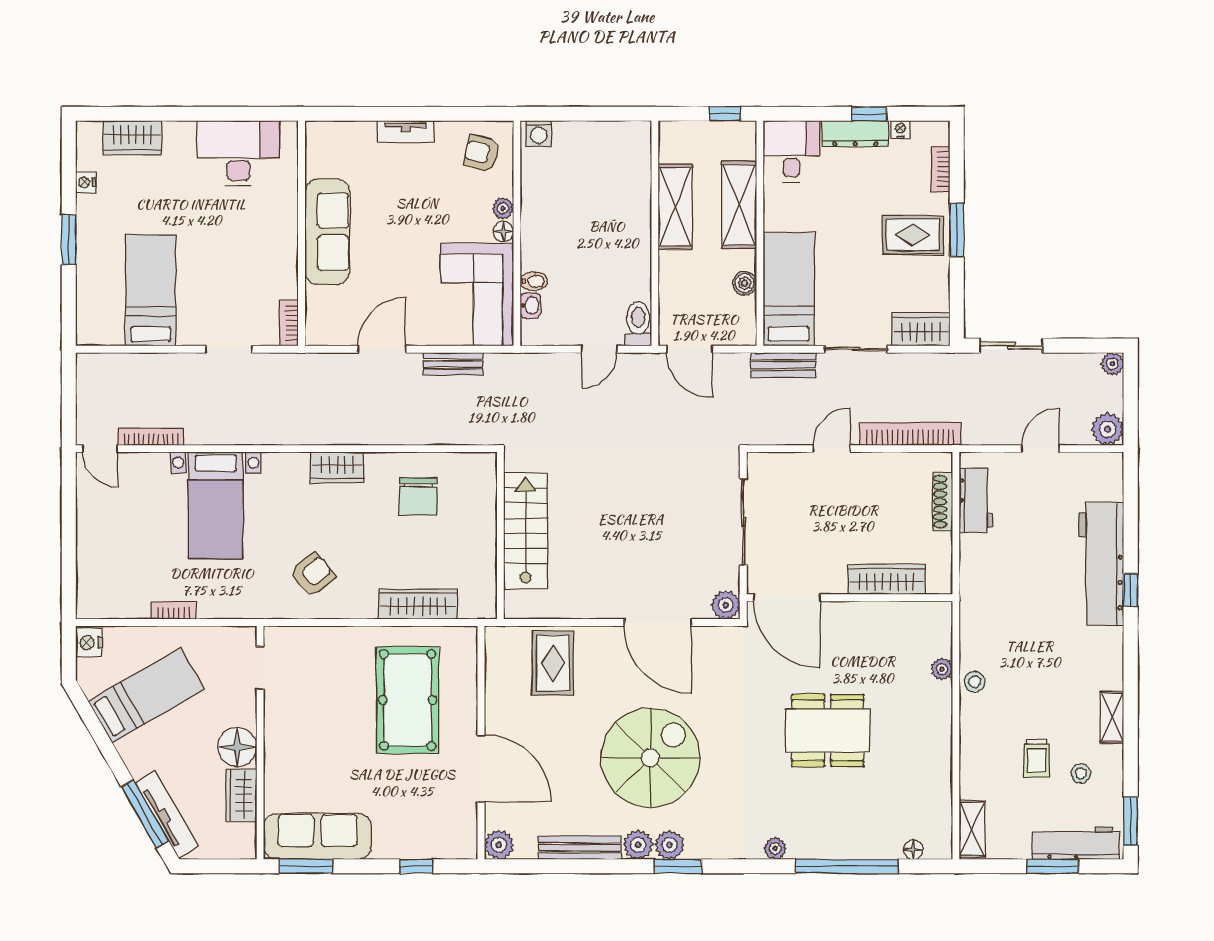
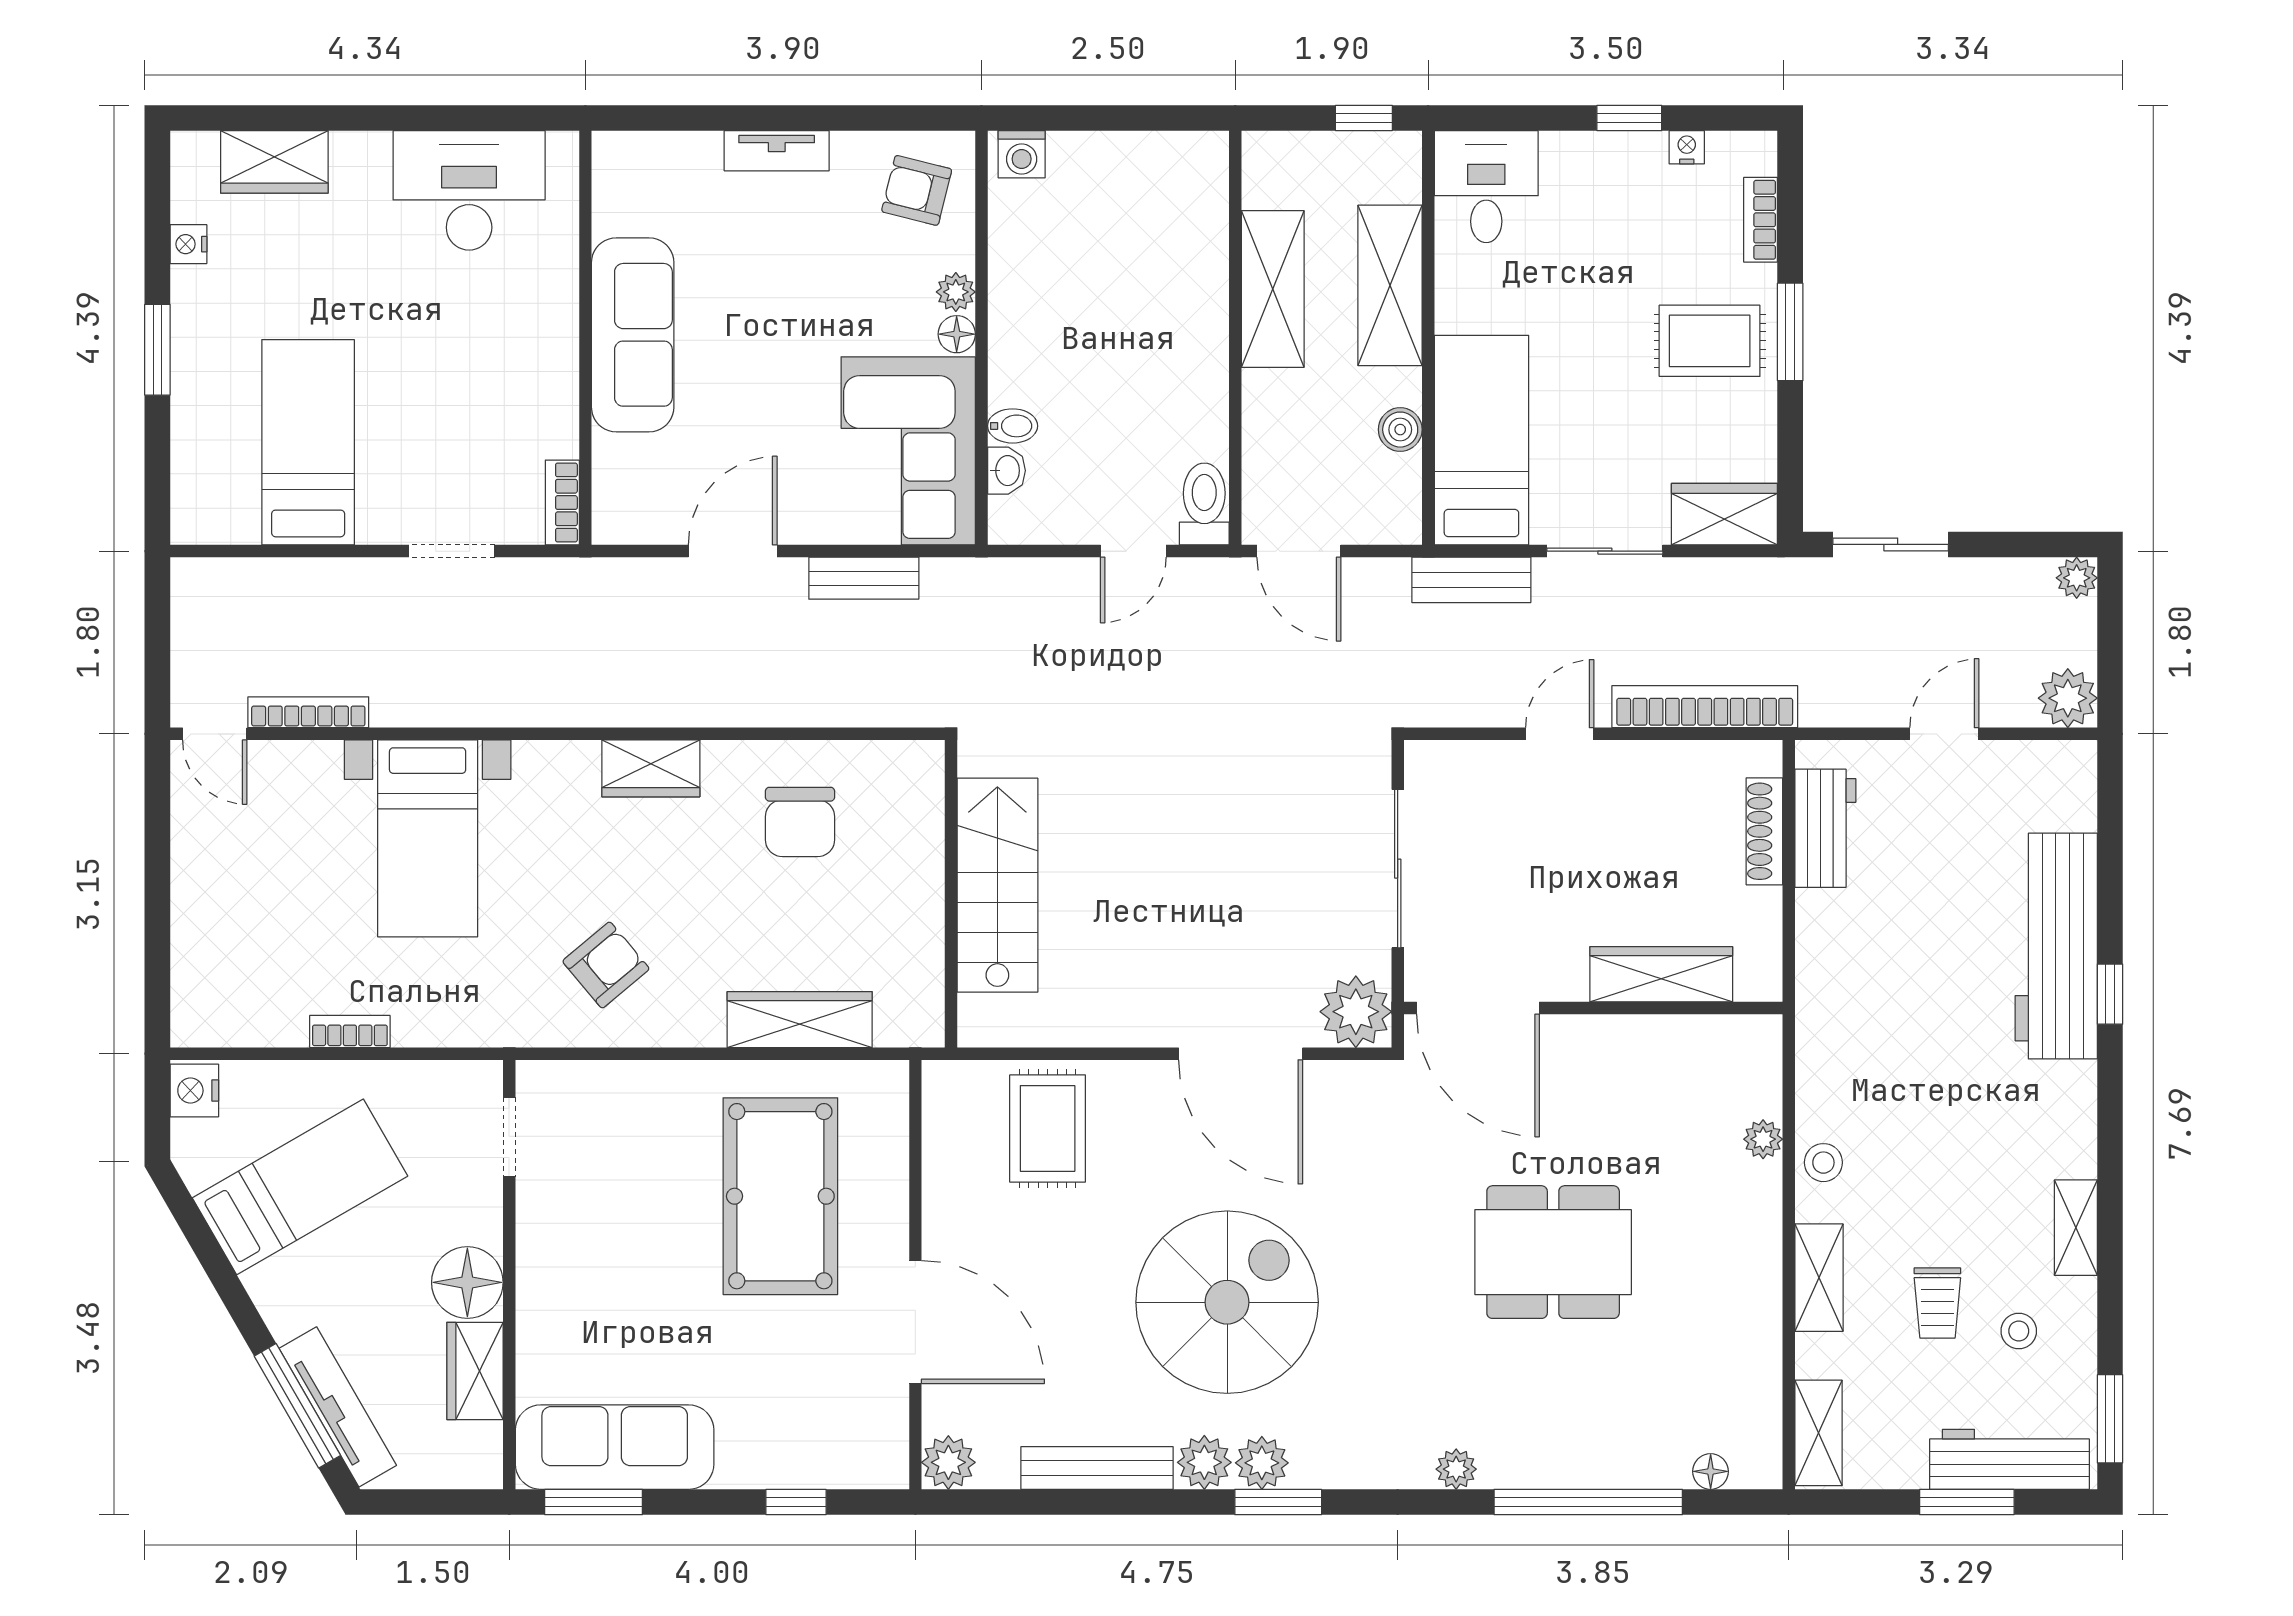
dresser: (855, 134) -> (1604, 155), removed
plant: (726, 605) -> (1356, 1012), width x1.36, depth x1.36
shelving: (972, 744) -> (1819, 1278), added

